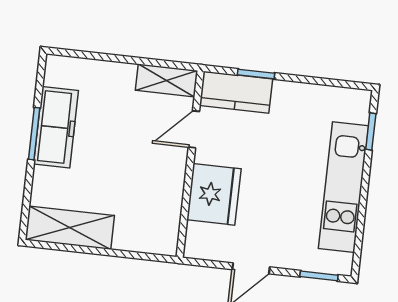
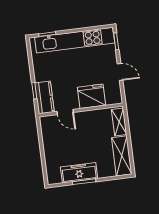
shelving: (166, 80) -> (119, 122), moved
kitchen unit: (343, 187) -> (75, 40), width x1.36

